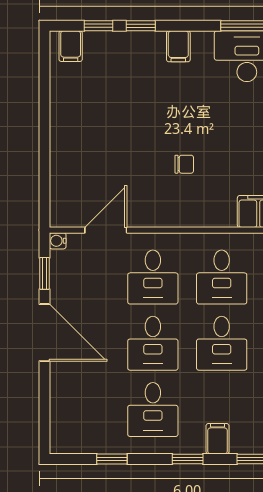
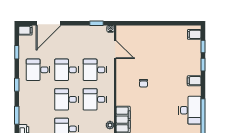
door: (44, 333) -> (48, 23), moved
filing cabinet: (217, 439) -> (25, 30), moved

